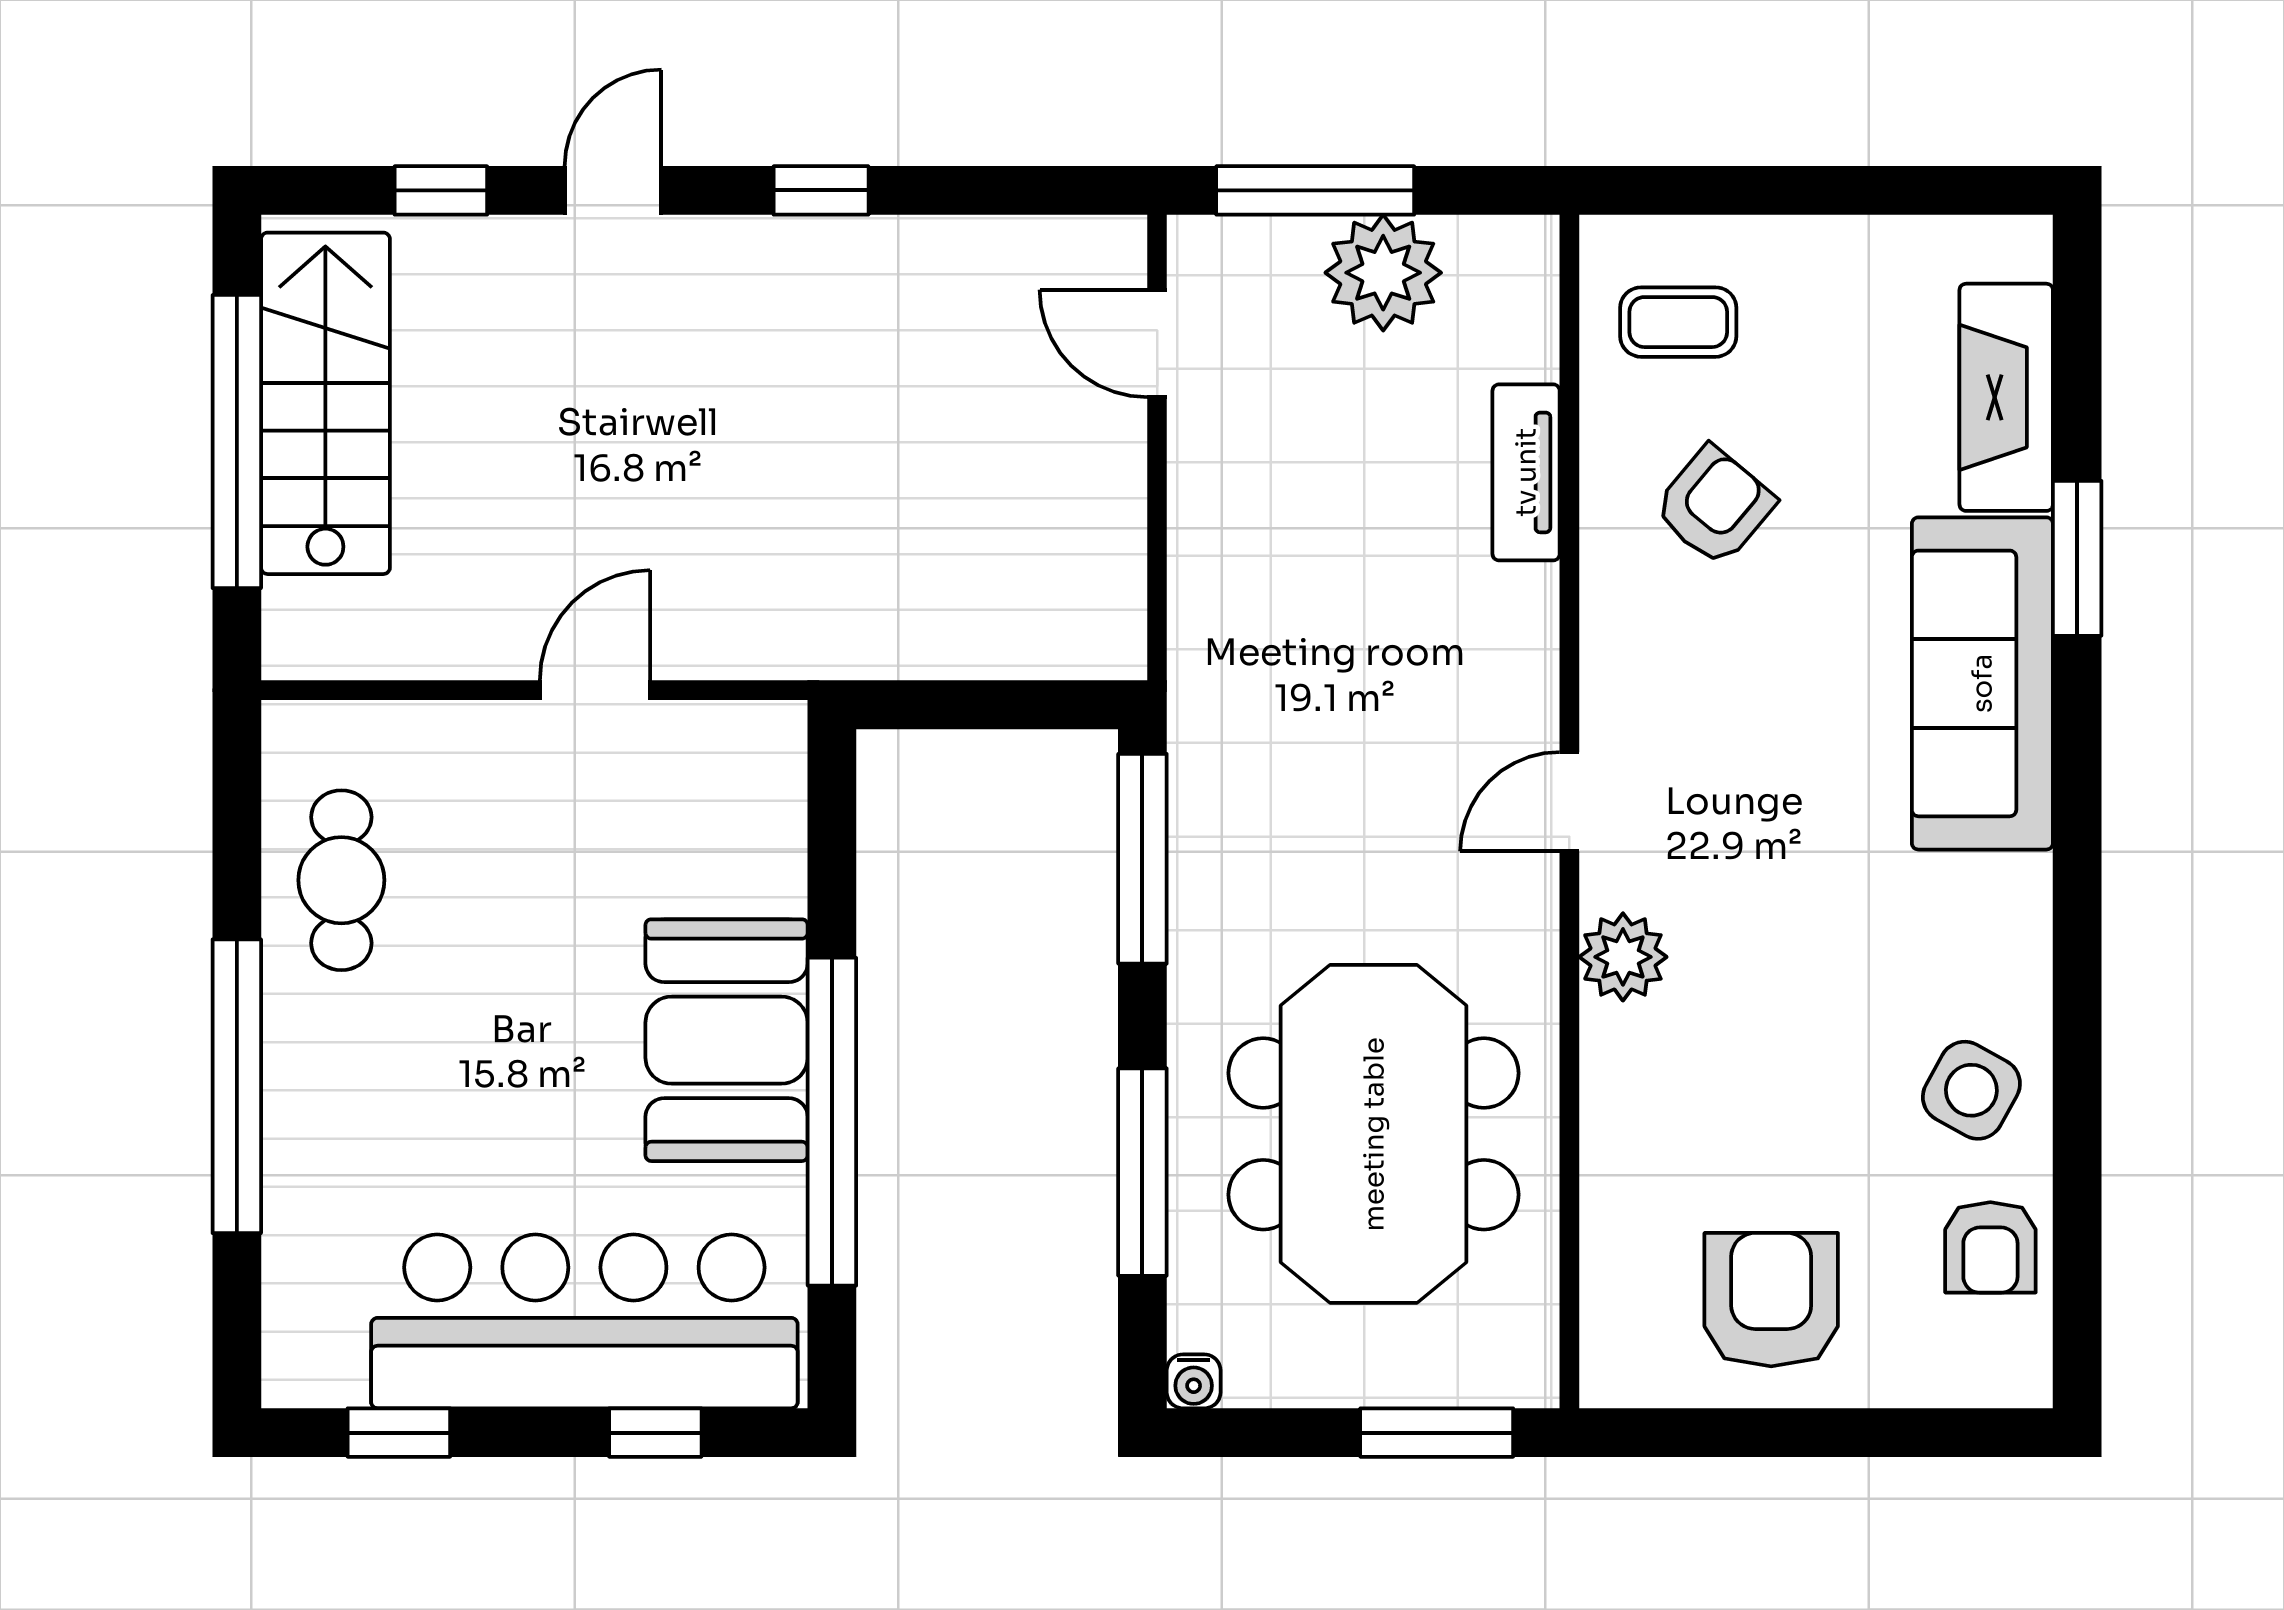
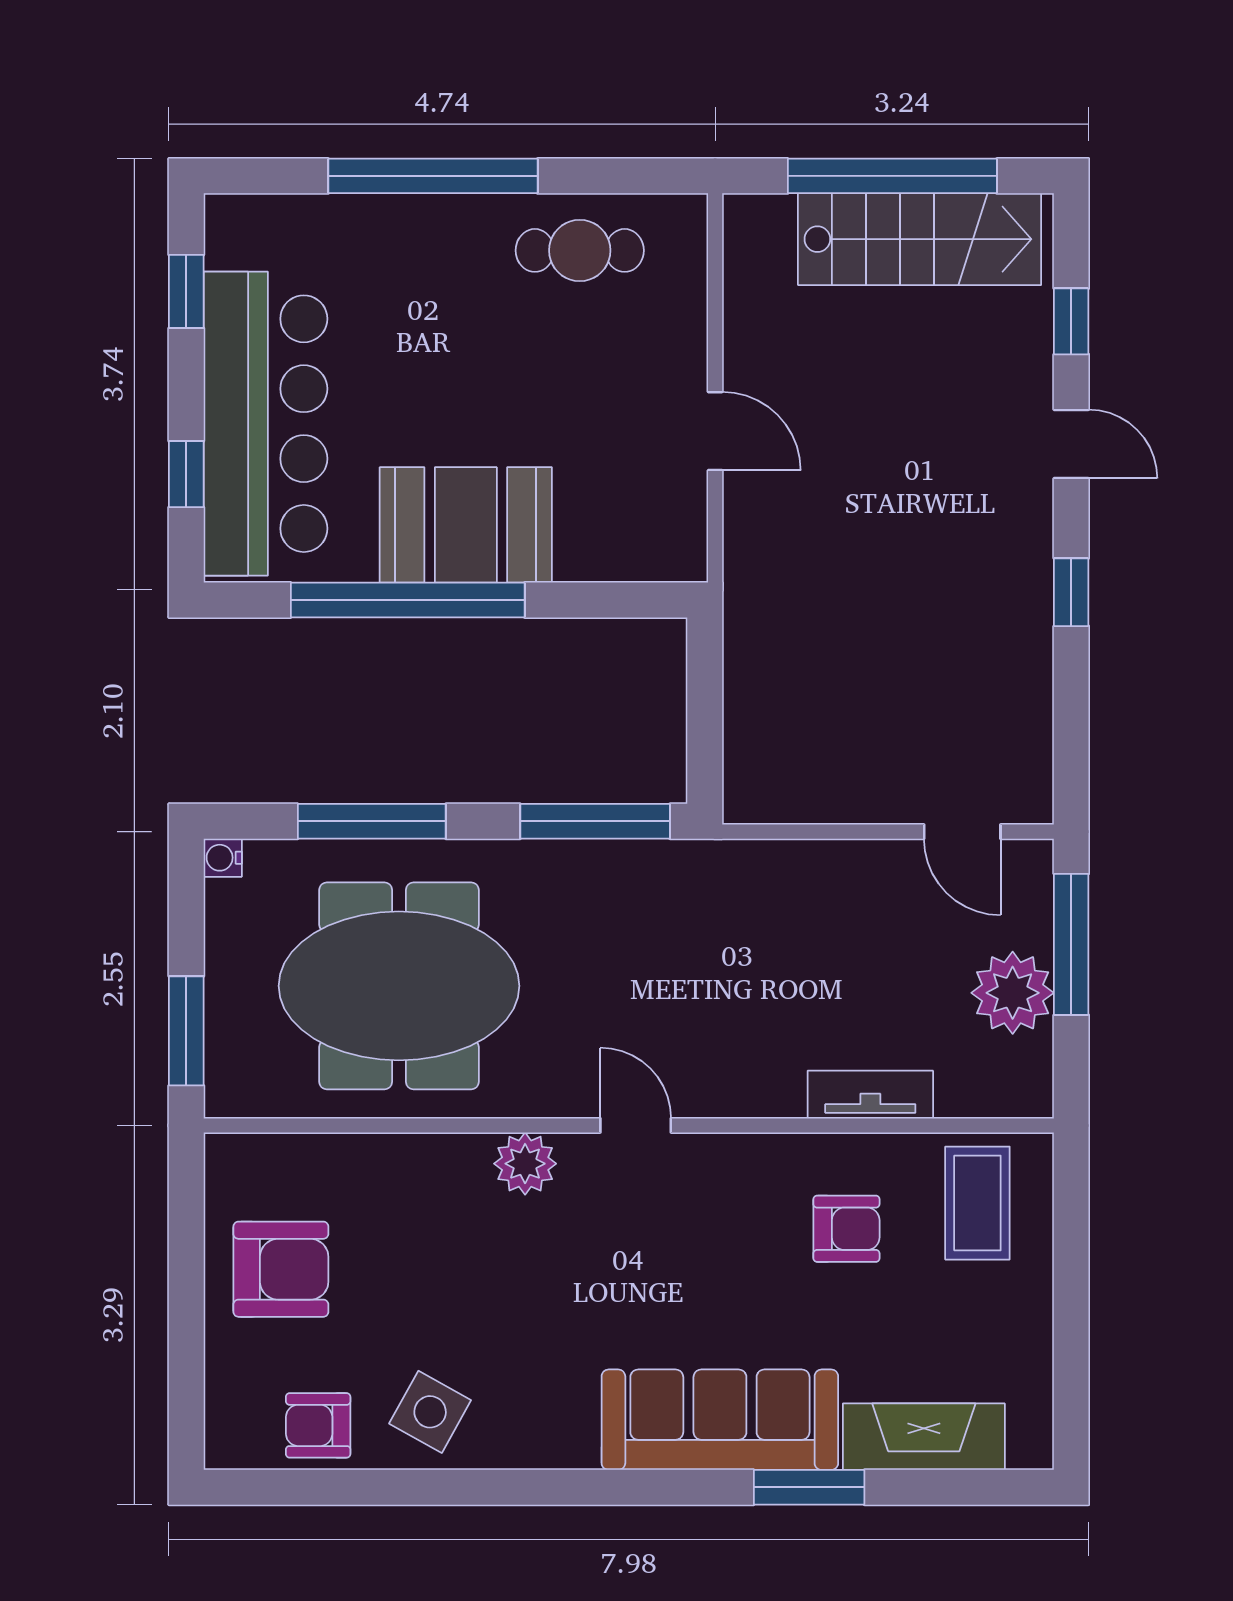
coffee table: (1678, 322) -> (977, 1203), width x1.36, depth x1.30
door: (1157, 343) -> (962, 832), swing flipped
armchair: (1714, 506) -> (846, 1229), turned -40

